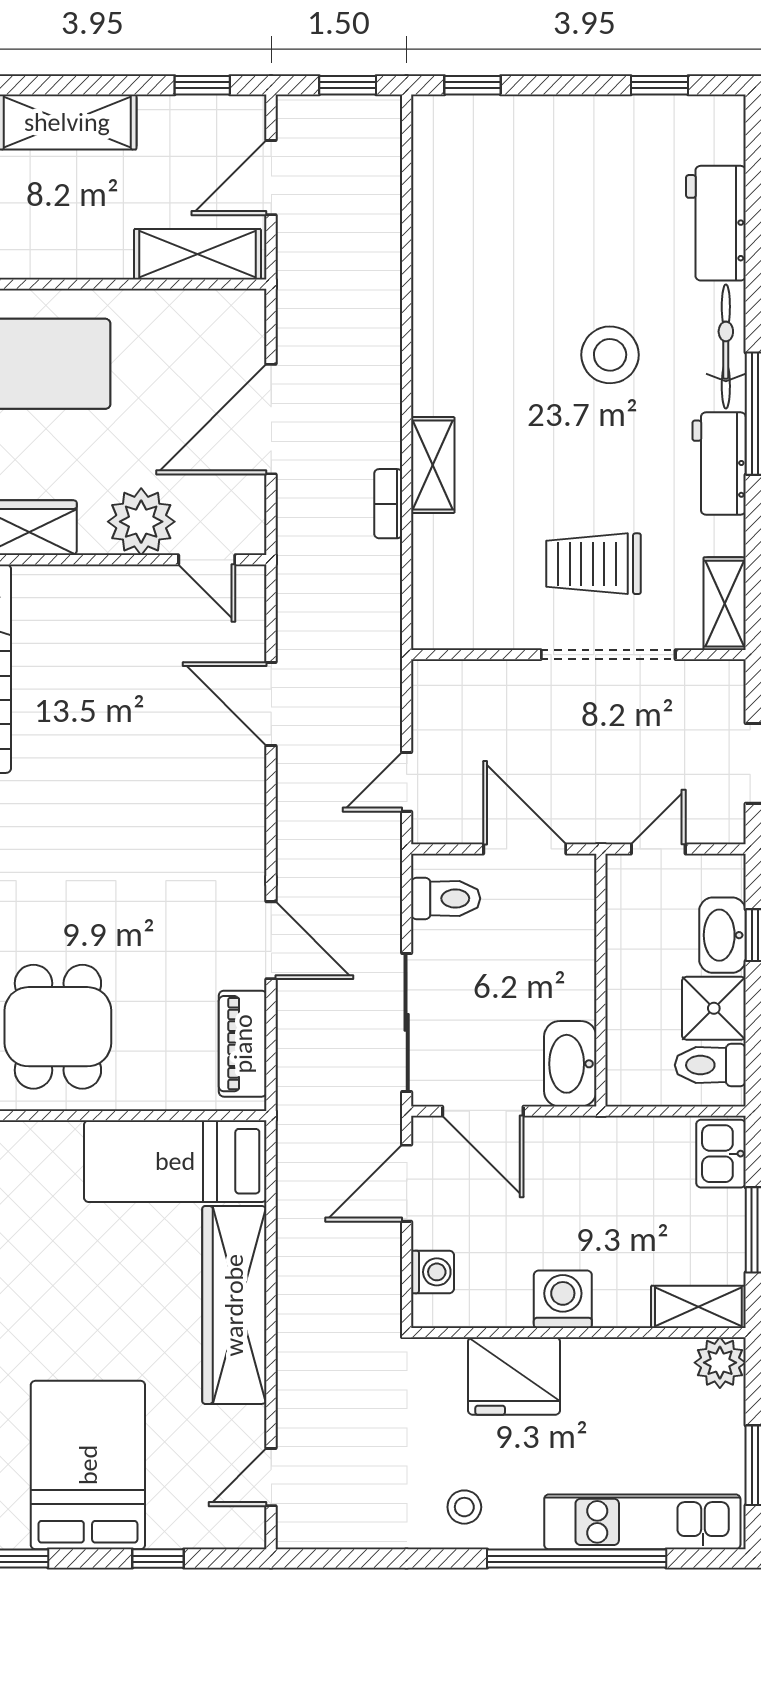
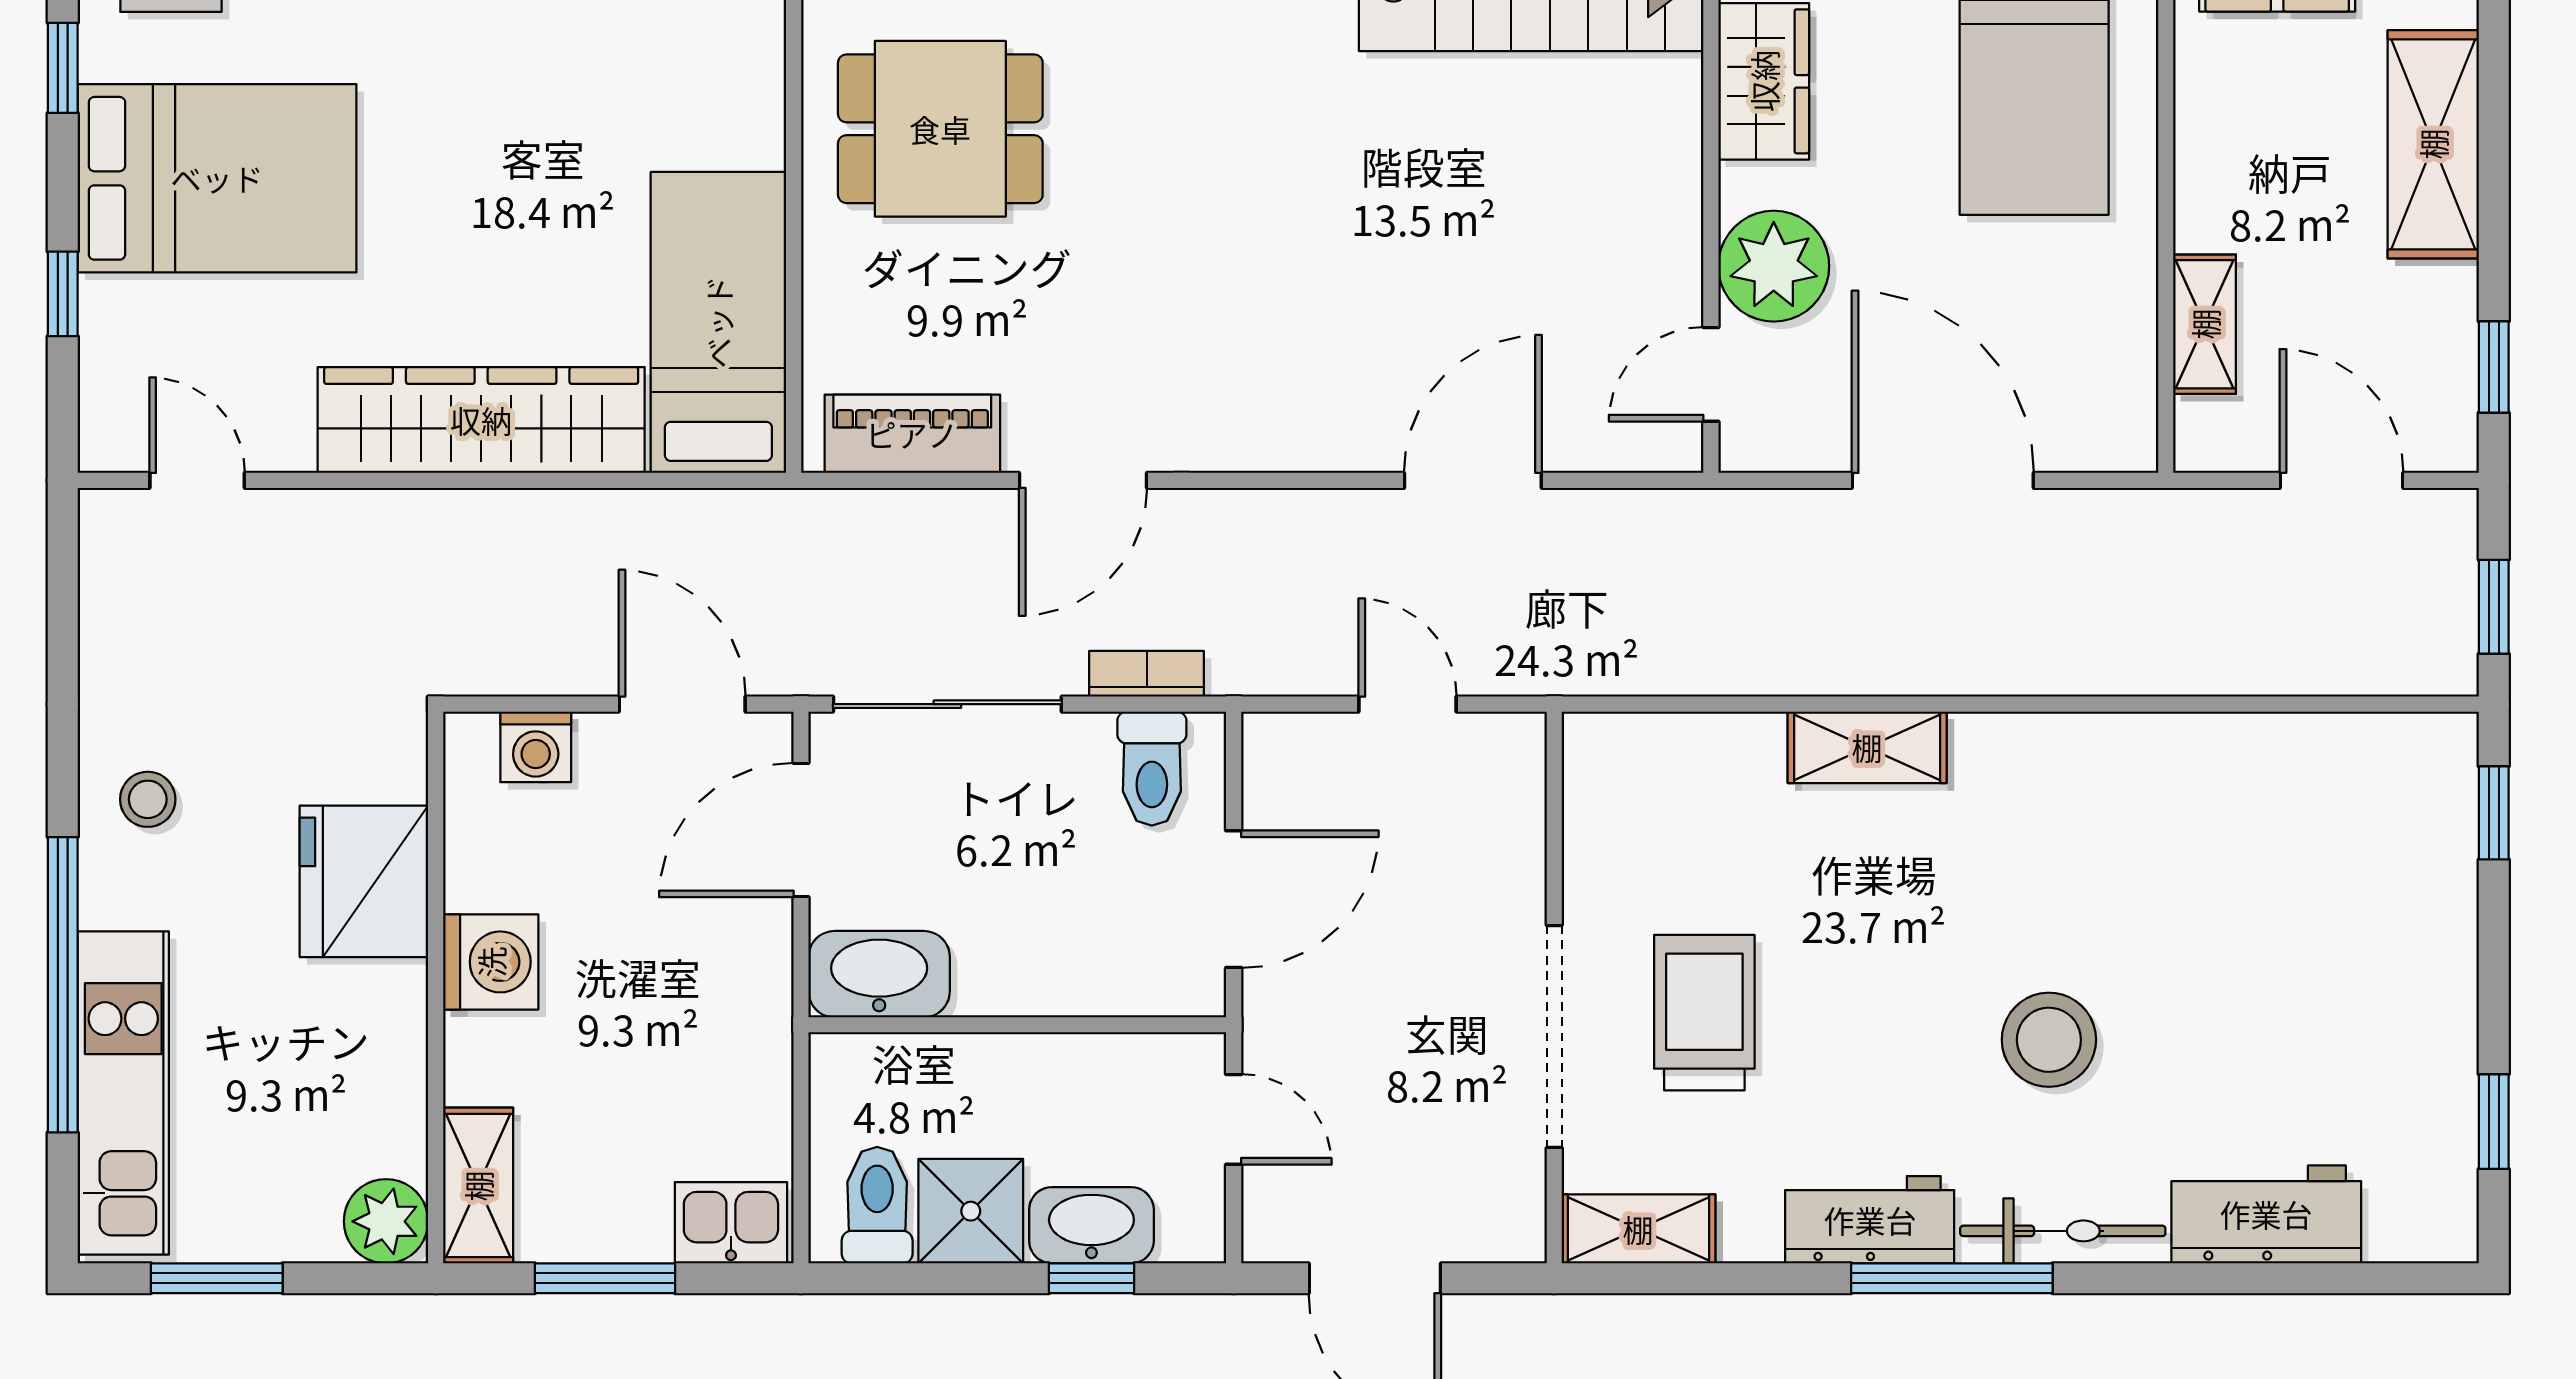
shelving: (198, 254) -> (2205, 324), width x0.67, depth x0.75
bookcase: (388, 504) -> (1147, 674), moved
door: (407, 782) -> (1407, 704), moved

